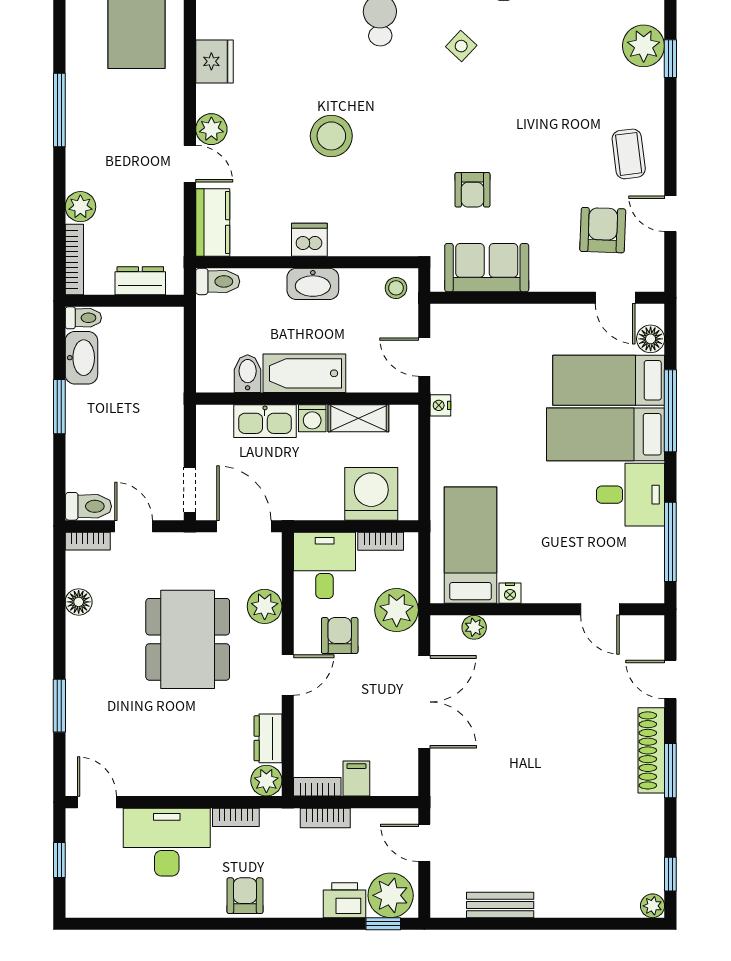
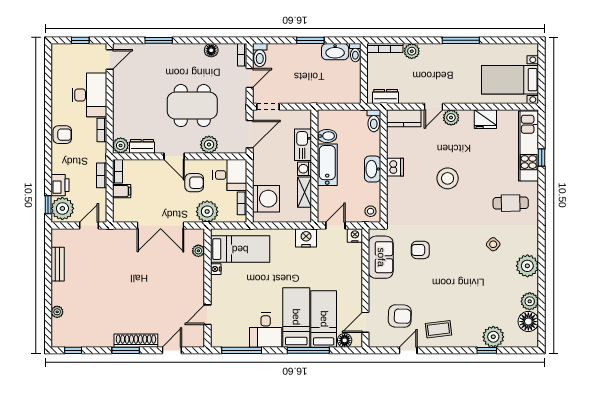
dresser: (140, 281) -> (386, 96), moved, turned -90
nightstand: (444, 319) -> (355, 235), added
nightstand: (440, 405) -> (306, 238), width x1.89, depth x1.79
plant: (653, 906) -> (57, 312), moved

